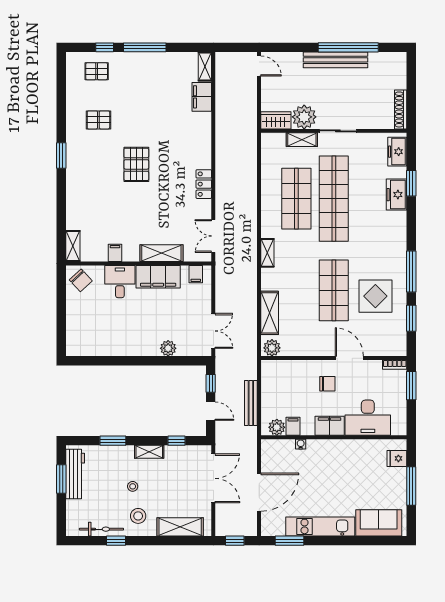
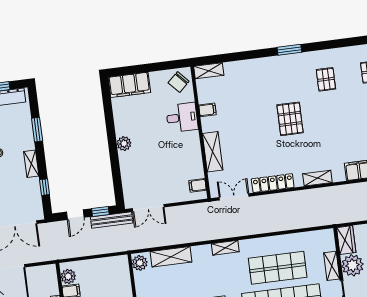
shelving: (205, 143) -> (317, 178), added
pallet: (136, 164) -> (290, 119), turned 90
locker: (204, 184) -> (273, 183), width x1.53
filing cabinet: (158, 277) -> (129, 85), moved, turned -90
plant: (168, 348) -> (124, 144), moved
bench: (251, 403) -> (112, 220), moved

